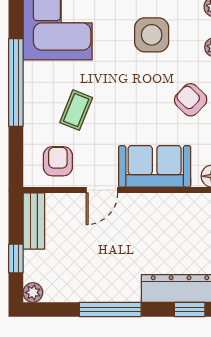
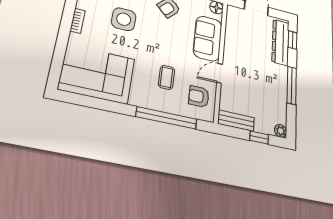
window: (16, 82) -> (166, 118), moved
coffee table: (76, 110) -> (167, 77), turned 68
door: (102, 190) -> (220, 73), swing flipped

